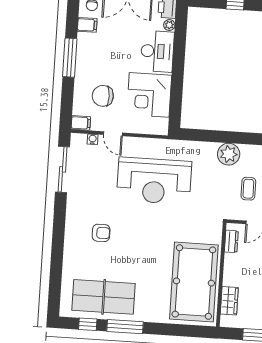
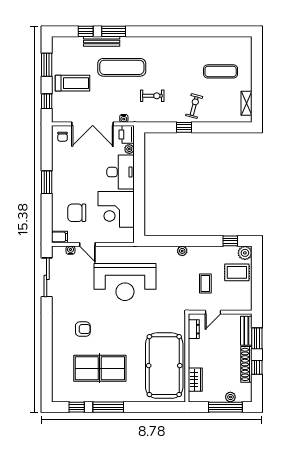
filing cabinet: (87, 25) -> (60, 153), removed
window: (70, 58) -> (47, 182), width x0.69
plant: (229, 154) -> (182, 251), width x0.53, depth x0.53
table tennis table: (104, 297) -> (100, 368), moved

